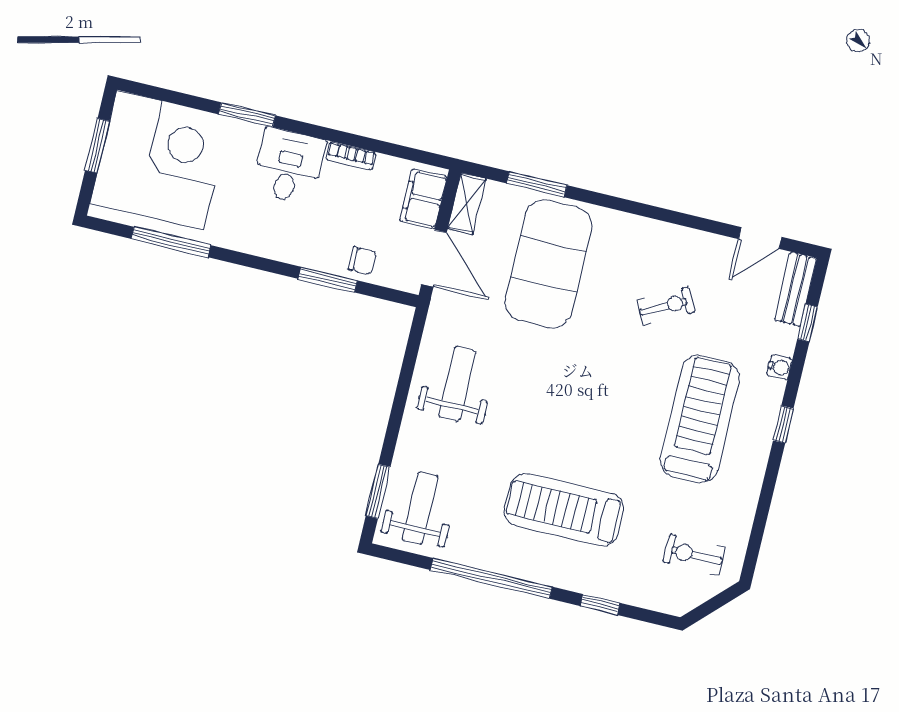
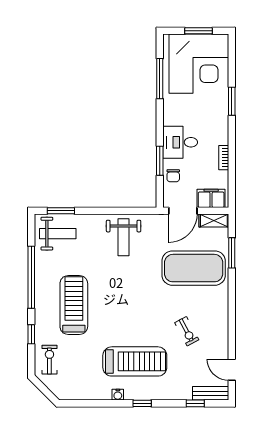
desk: (289, 166) -> (180, 142), moved, turned 180
water cooler: (779, 367) -> (118, 395), moved
weight bench: (457, 384) -> (124, 237), turned 90
exercise bike: (694, 555) -> (49, 360), moved

